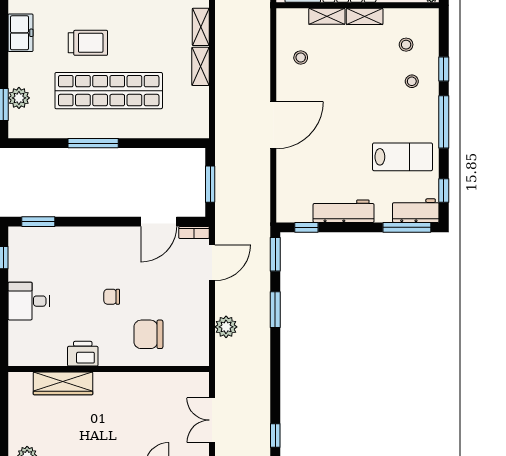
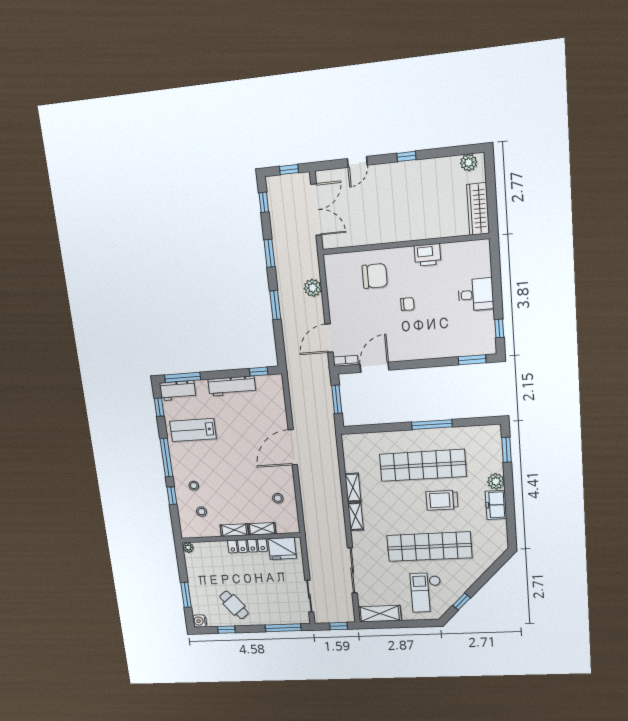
plant: (19, 98) -> (496, 481), moved
window: (275, 254) -> (269, 253), moved
wardrobe: (63, 383) -> (478, 209), moved, turned -90
double door: (212, 420) -> (316, 210), width x1.37

